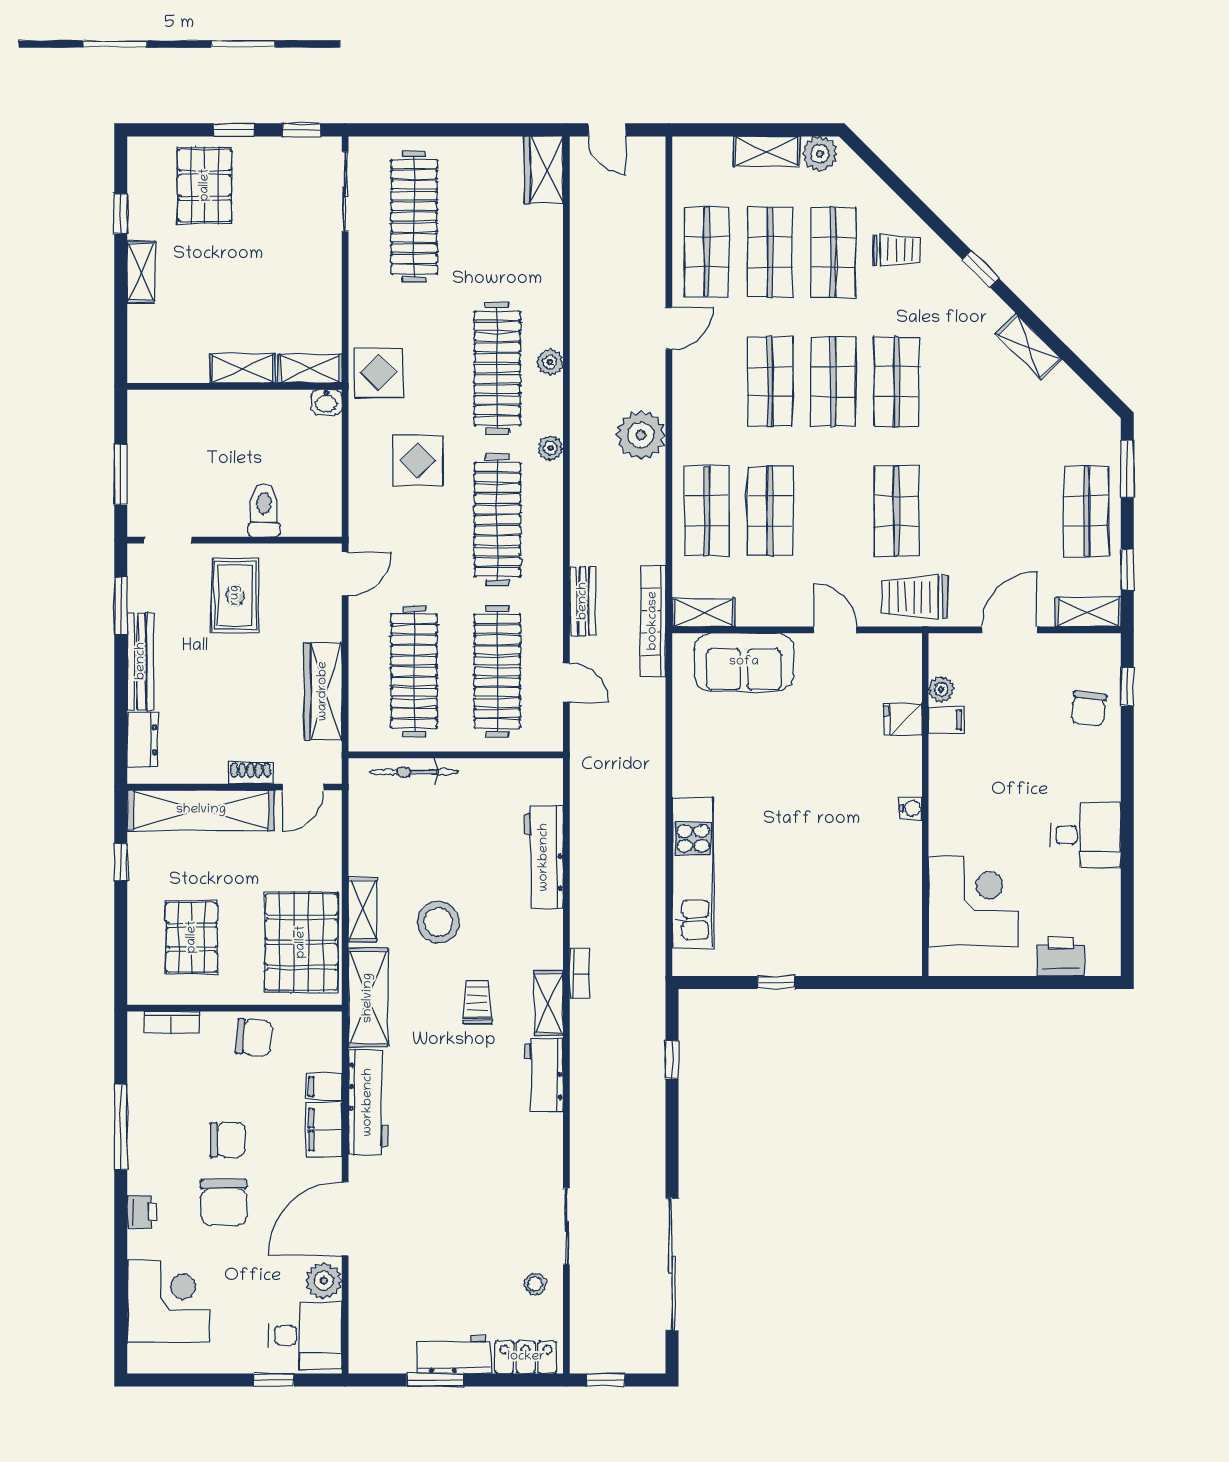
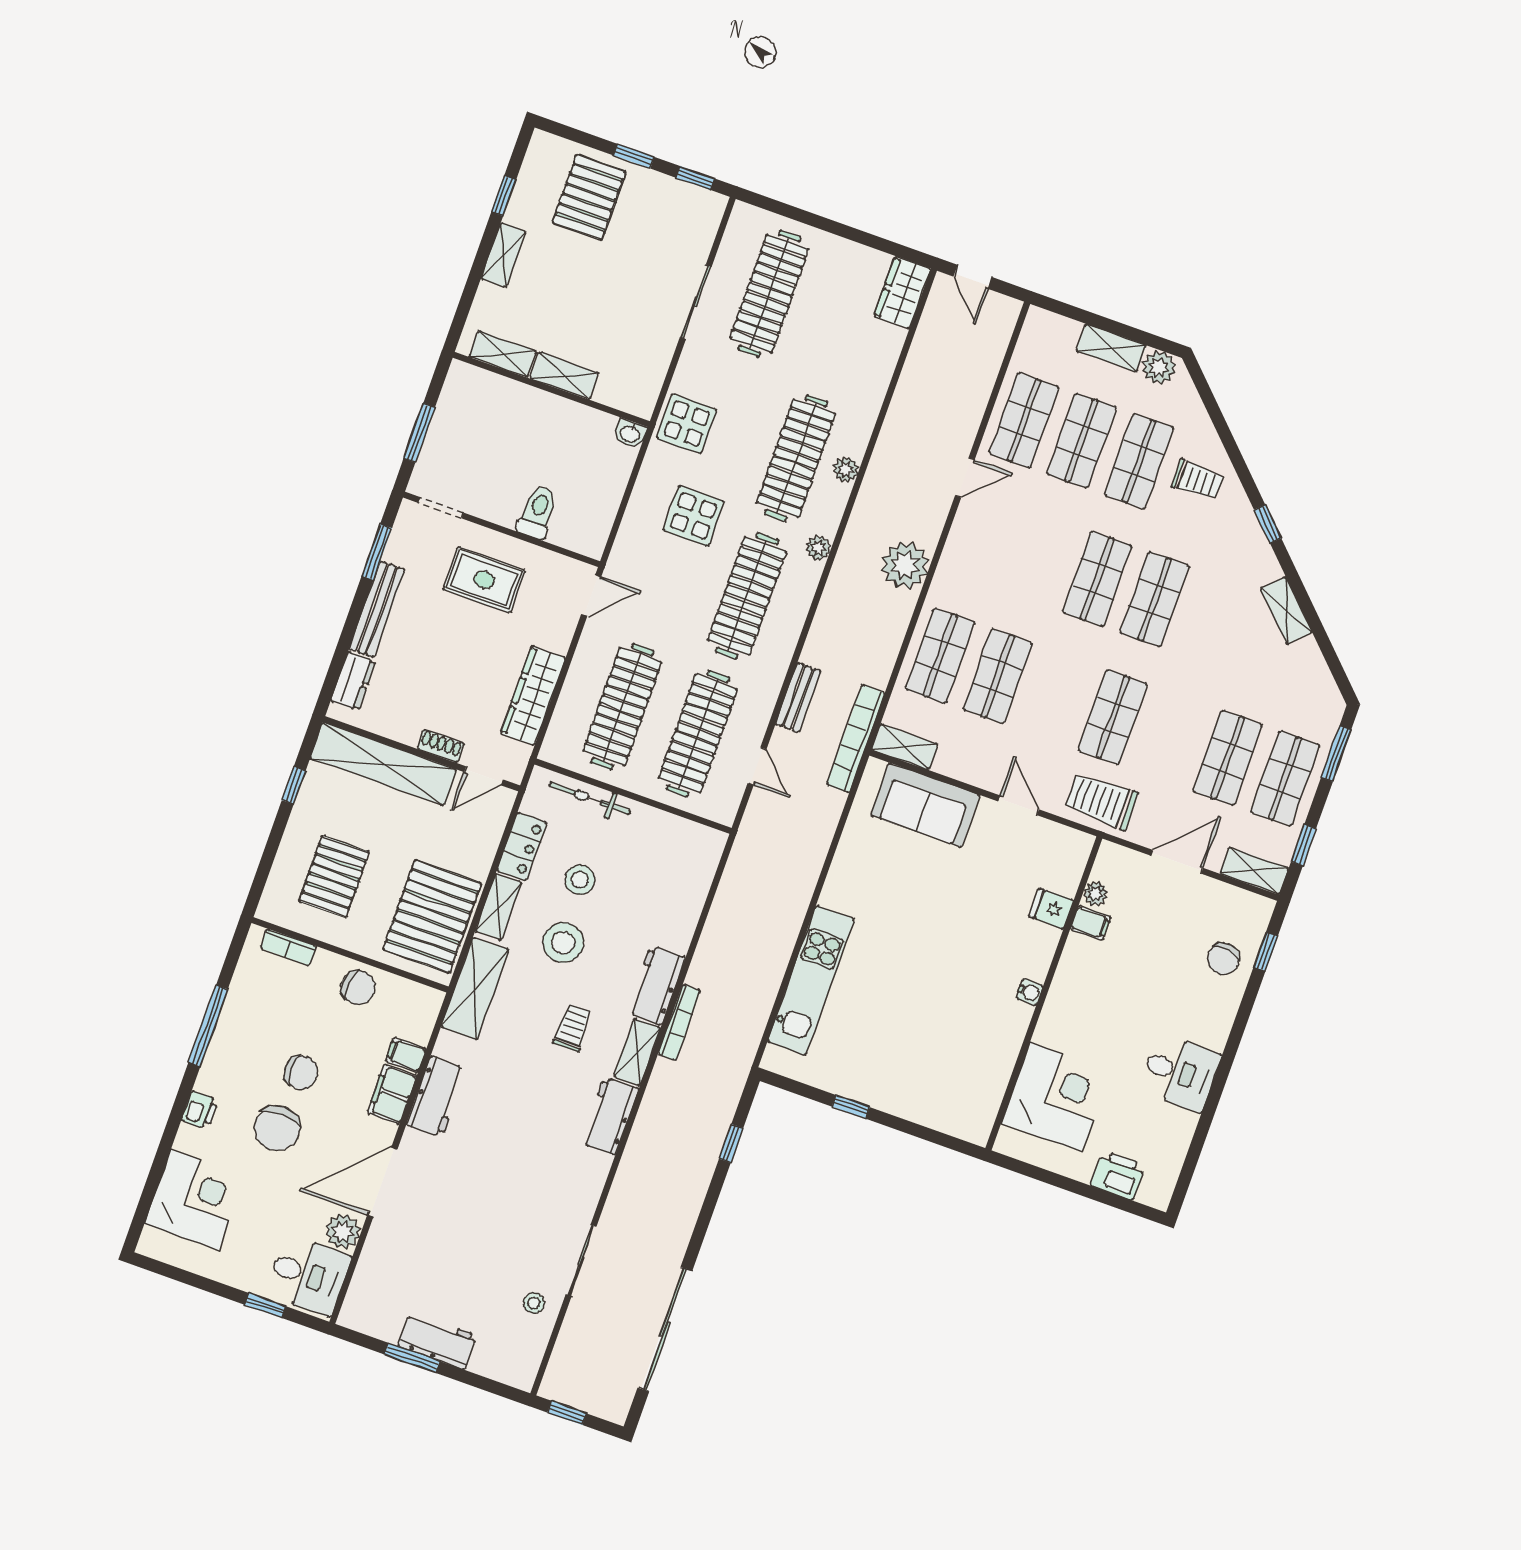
sliding door: (345, 192) -> (696, 302), moved
shelving: (310, 369) -> (503, 354), moved
shop shelf: (770, 382) -> (1228, 758), moved
rug: (235, 595) -> (484, 580), turned 90
stool: (433, 855) -> (580, 880), added
workbench: (544, 857) -> (656, 985), moved, width x0.73
bookcase: (579, 974) -> (679, 1023), width x1.56
workbench: (368, 1102) -> (436, 1097), width x0.73
locker: (526, 1357) -> (522, 847), moved, turned 90

